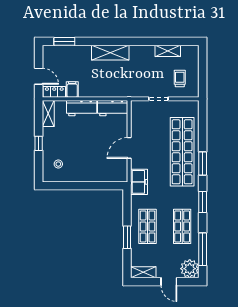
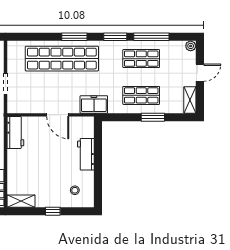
workbench: (82, 108) -> (86, 154), moved, turned 180
window: (203, 249) -> (151, 37), moved
plant: (190, 269) -> (191, 46), width x0.53, depth x0.53

